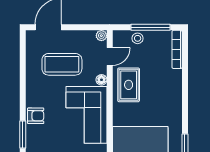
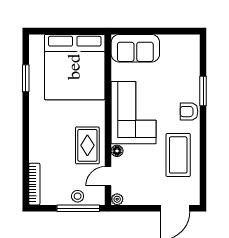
window: (151, 27) -> (78, 208), moved
coffee table: (62, 64) -> (178, 155), moved, turned 90

